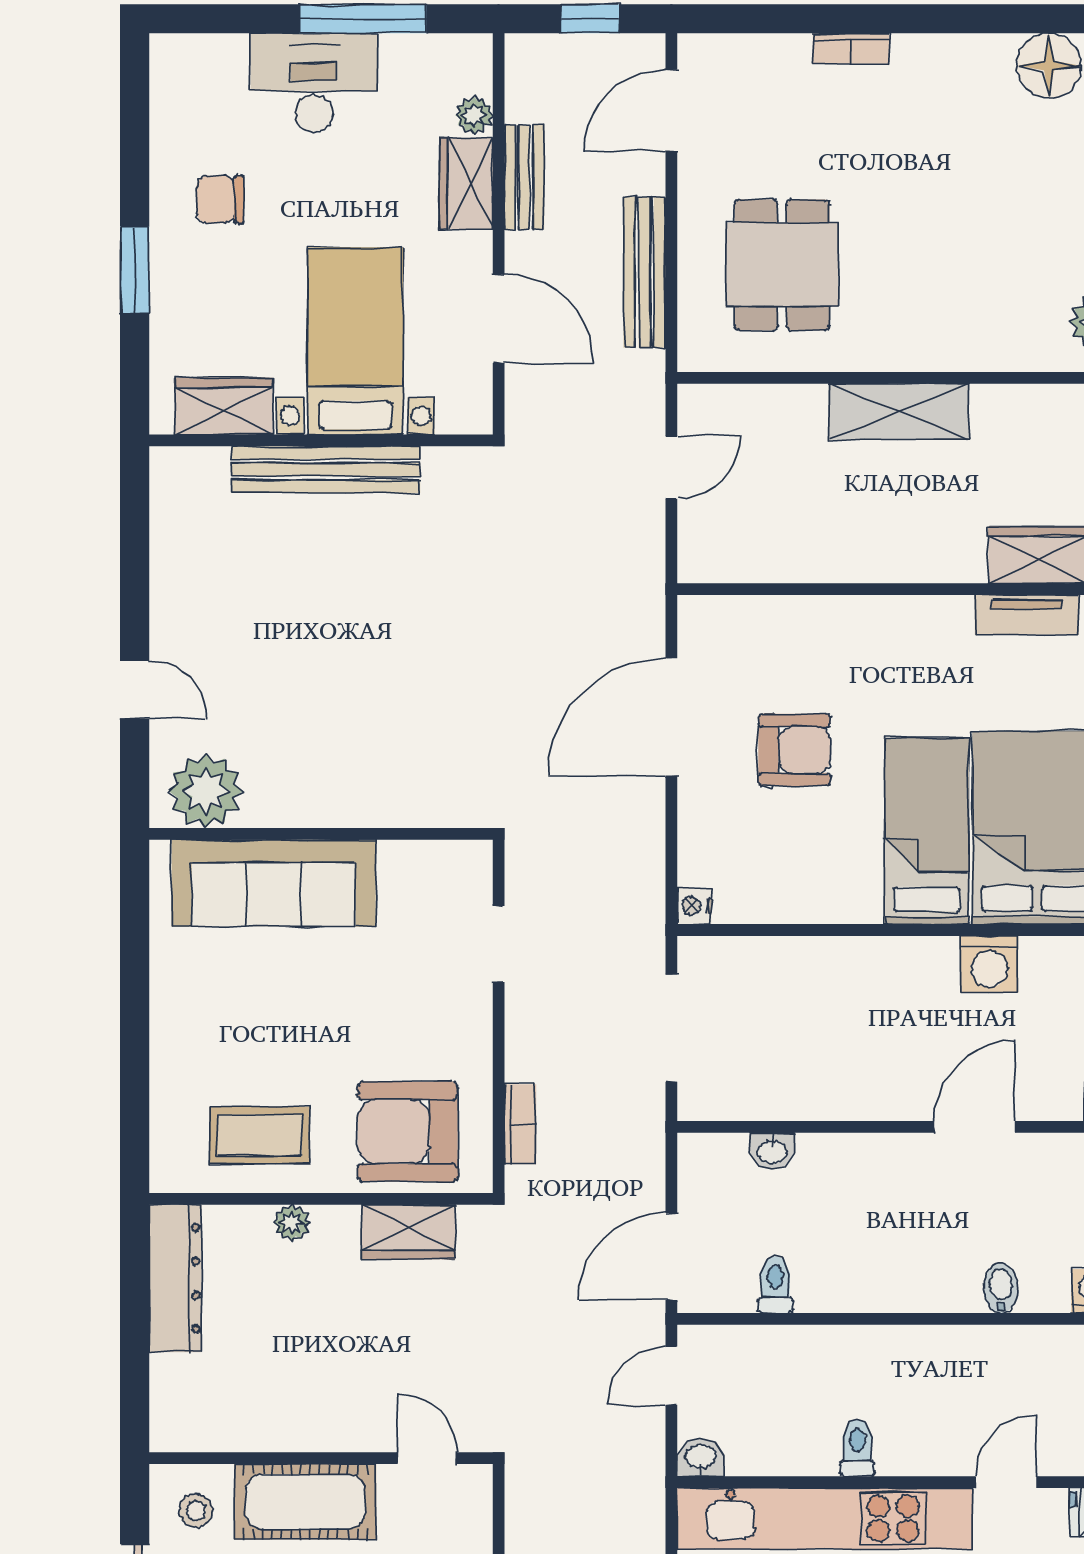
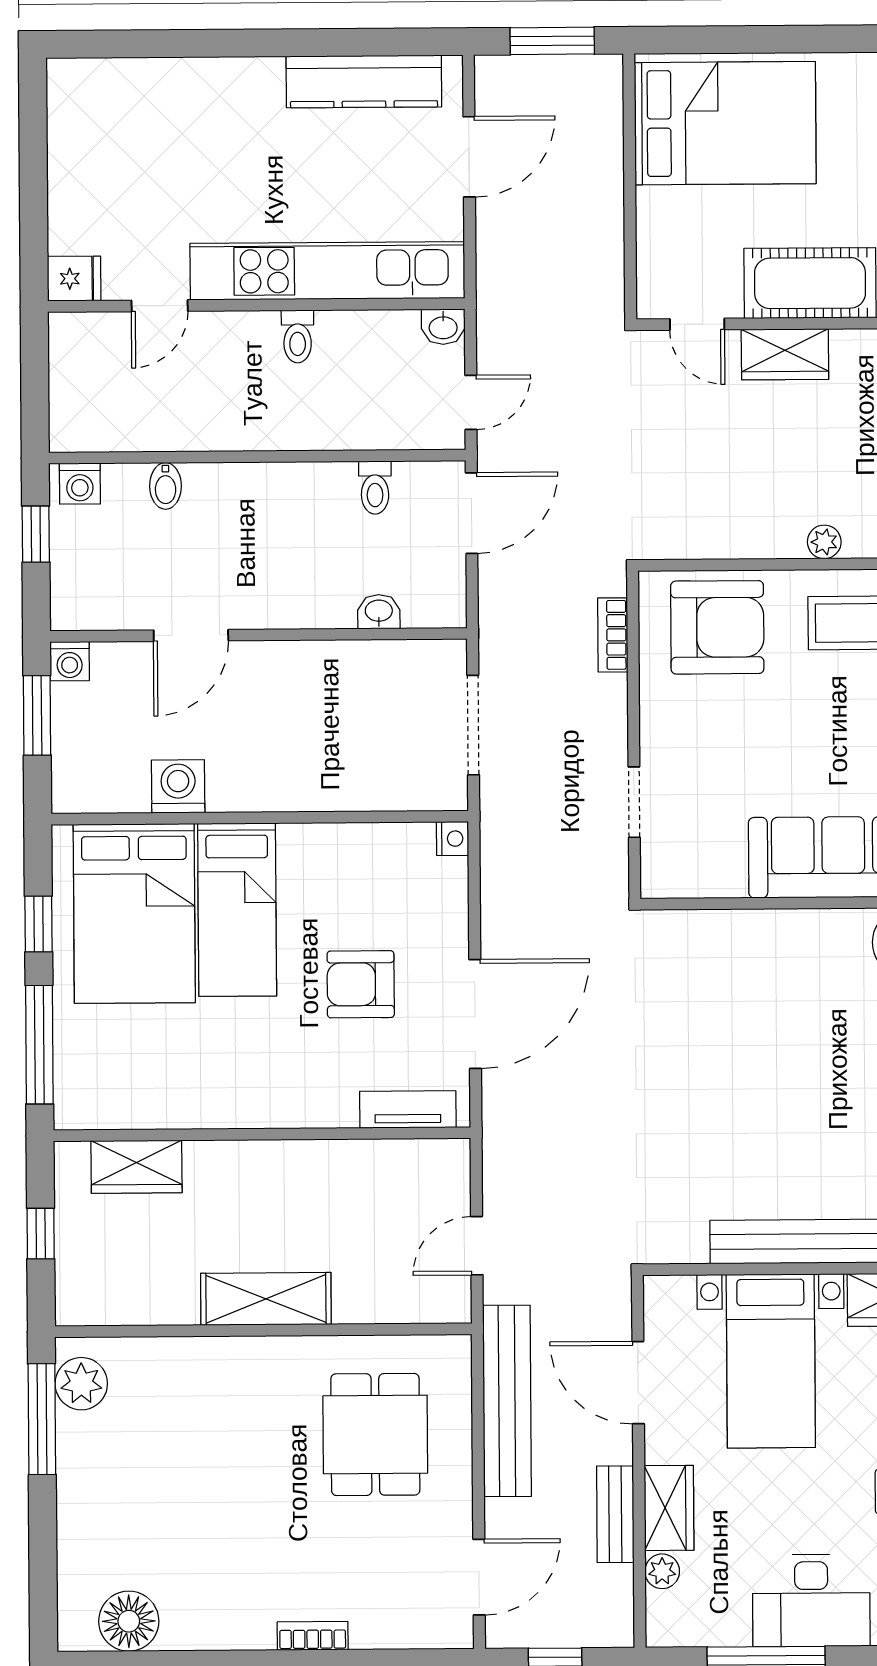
bench: (644, 272) -> (507, 1401), width x1.37, depth x1.21
tv unit: (1027, 615) -> (408, 1109), moved
wardrobe: (408, 1232) -> (785, 354), moved, turned 180

